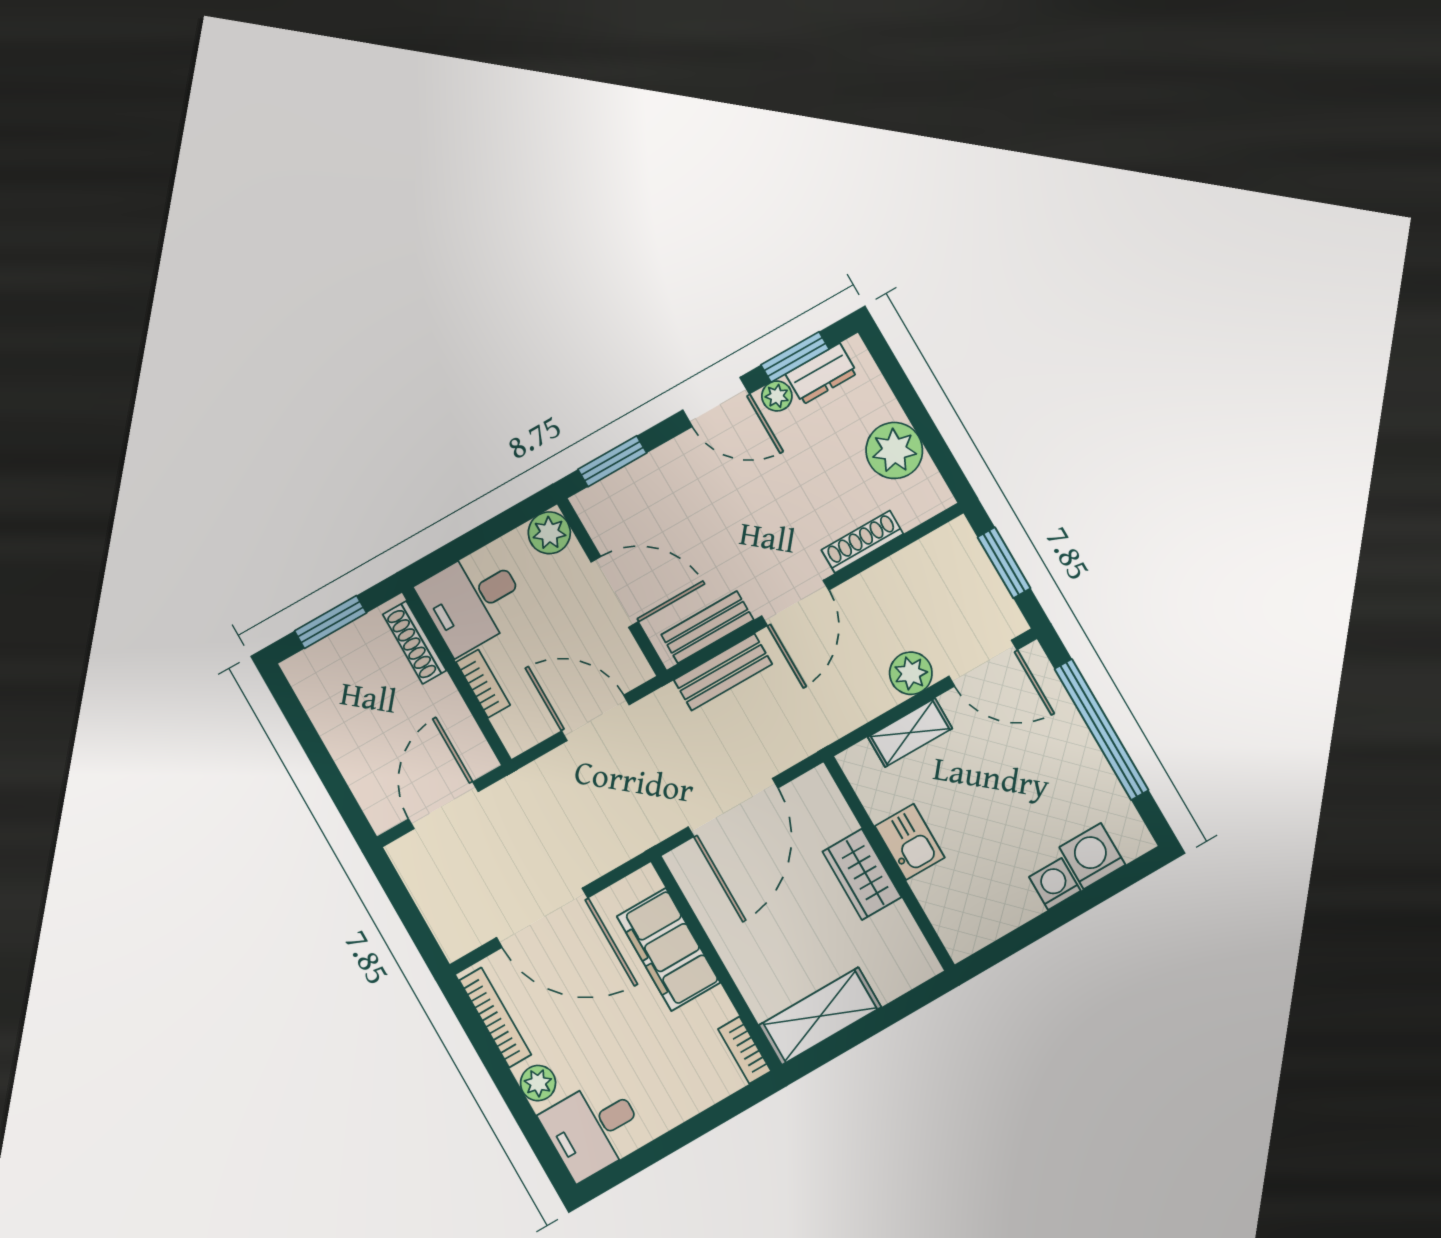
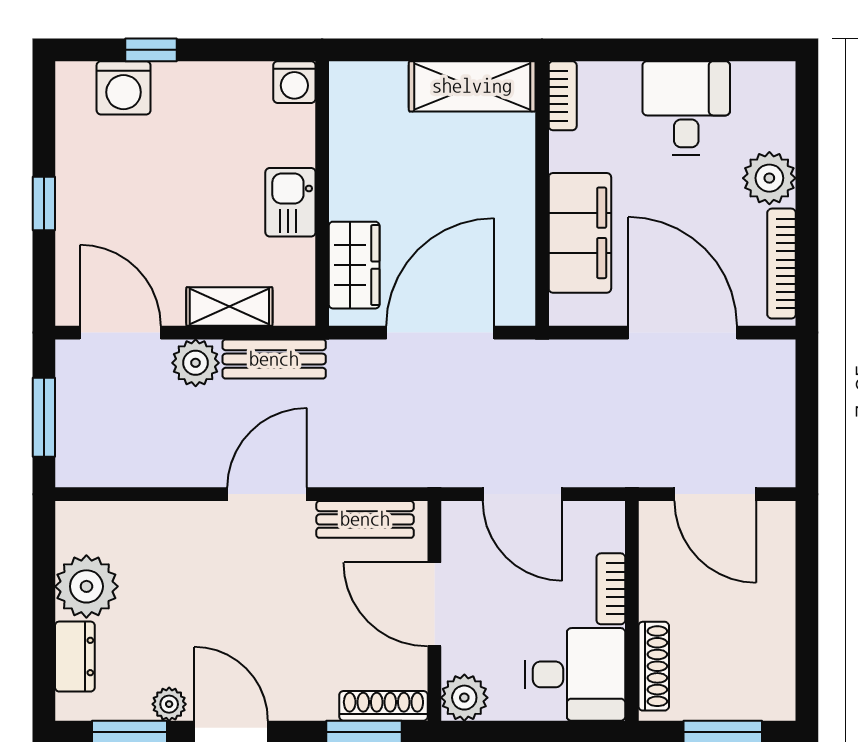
dresser: (821, 374) -> (75, 657), moved, turned 90
shoe rack: (862, 542) -> (383, 706), moved, turned 180
bench: (723, 672) -> (274, 359), moved
window: (1101, 729) -> (44, 203), width x0.32
door: (443, 805) -> (715, 494), hinge flipped
wardrobe: (862, 874) -> (354, 265), moved
washing machine: (1055, 884) -> (294, 82), moved
window: (1088, 898) -> (151, 50), added
plant: (538, 1083) -> (769, 178), width x1.38, depth x1.38
desk: (594, 1129) -> (686, 108), moved, turned -90

